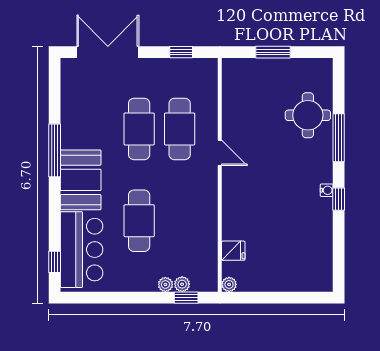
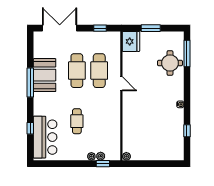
window: (339, 138) -> (187, 54), moved
booth: (81, 180) -> (45, 75), moved
window: (339, 199) -> (187, 131), moved
cafe table: (139, 221) -> (77, 121), width x0.73, depth x0.74
fridge: (233, 251) -> (131, 41), moved, width x1.88, depth x1.34
window: (55, 262) -> (30, 128), moved

